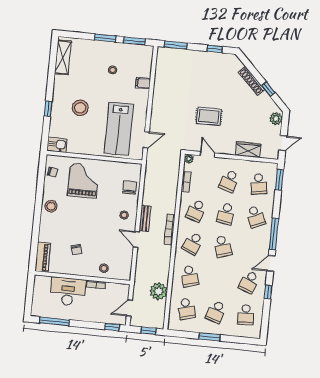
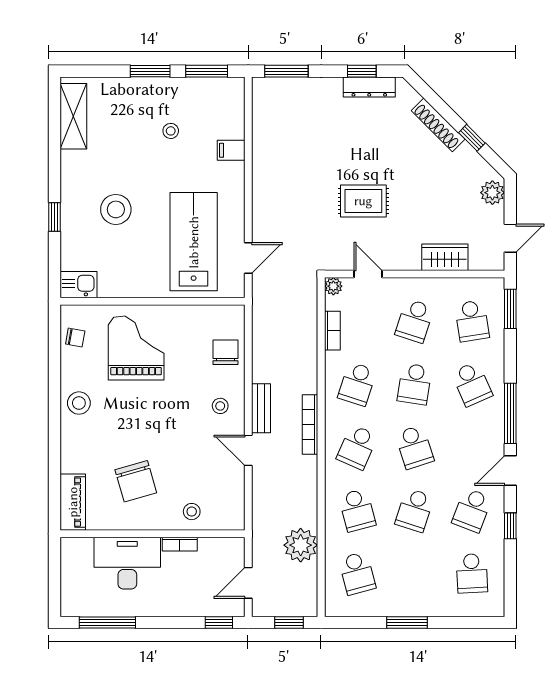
dresser: (218, 58) -> (369, 87), added
lab bench: (119, 129) -> (194, 242), turned 180
chair: (76, 250) -> (136, 481), width x1.87, depth x1.87
school desk: (216, 312) -> (415, 510), moved

